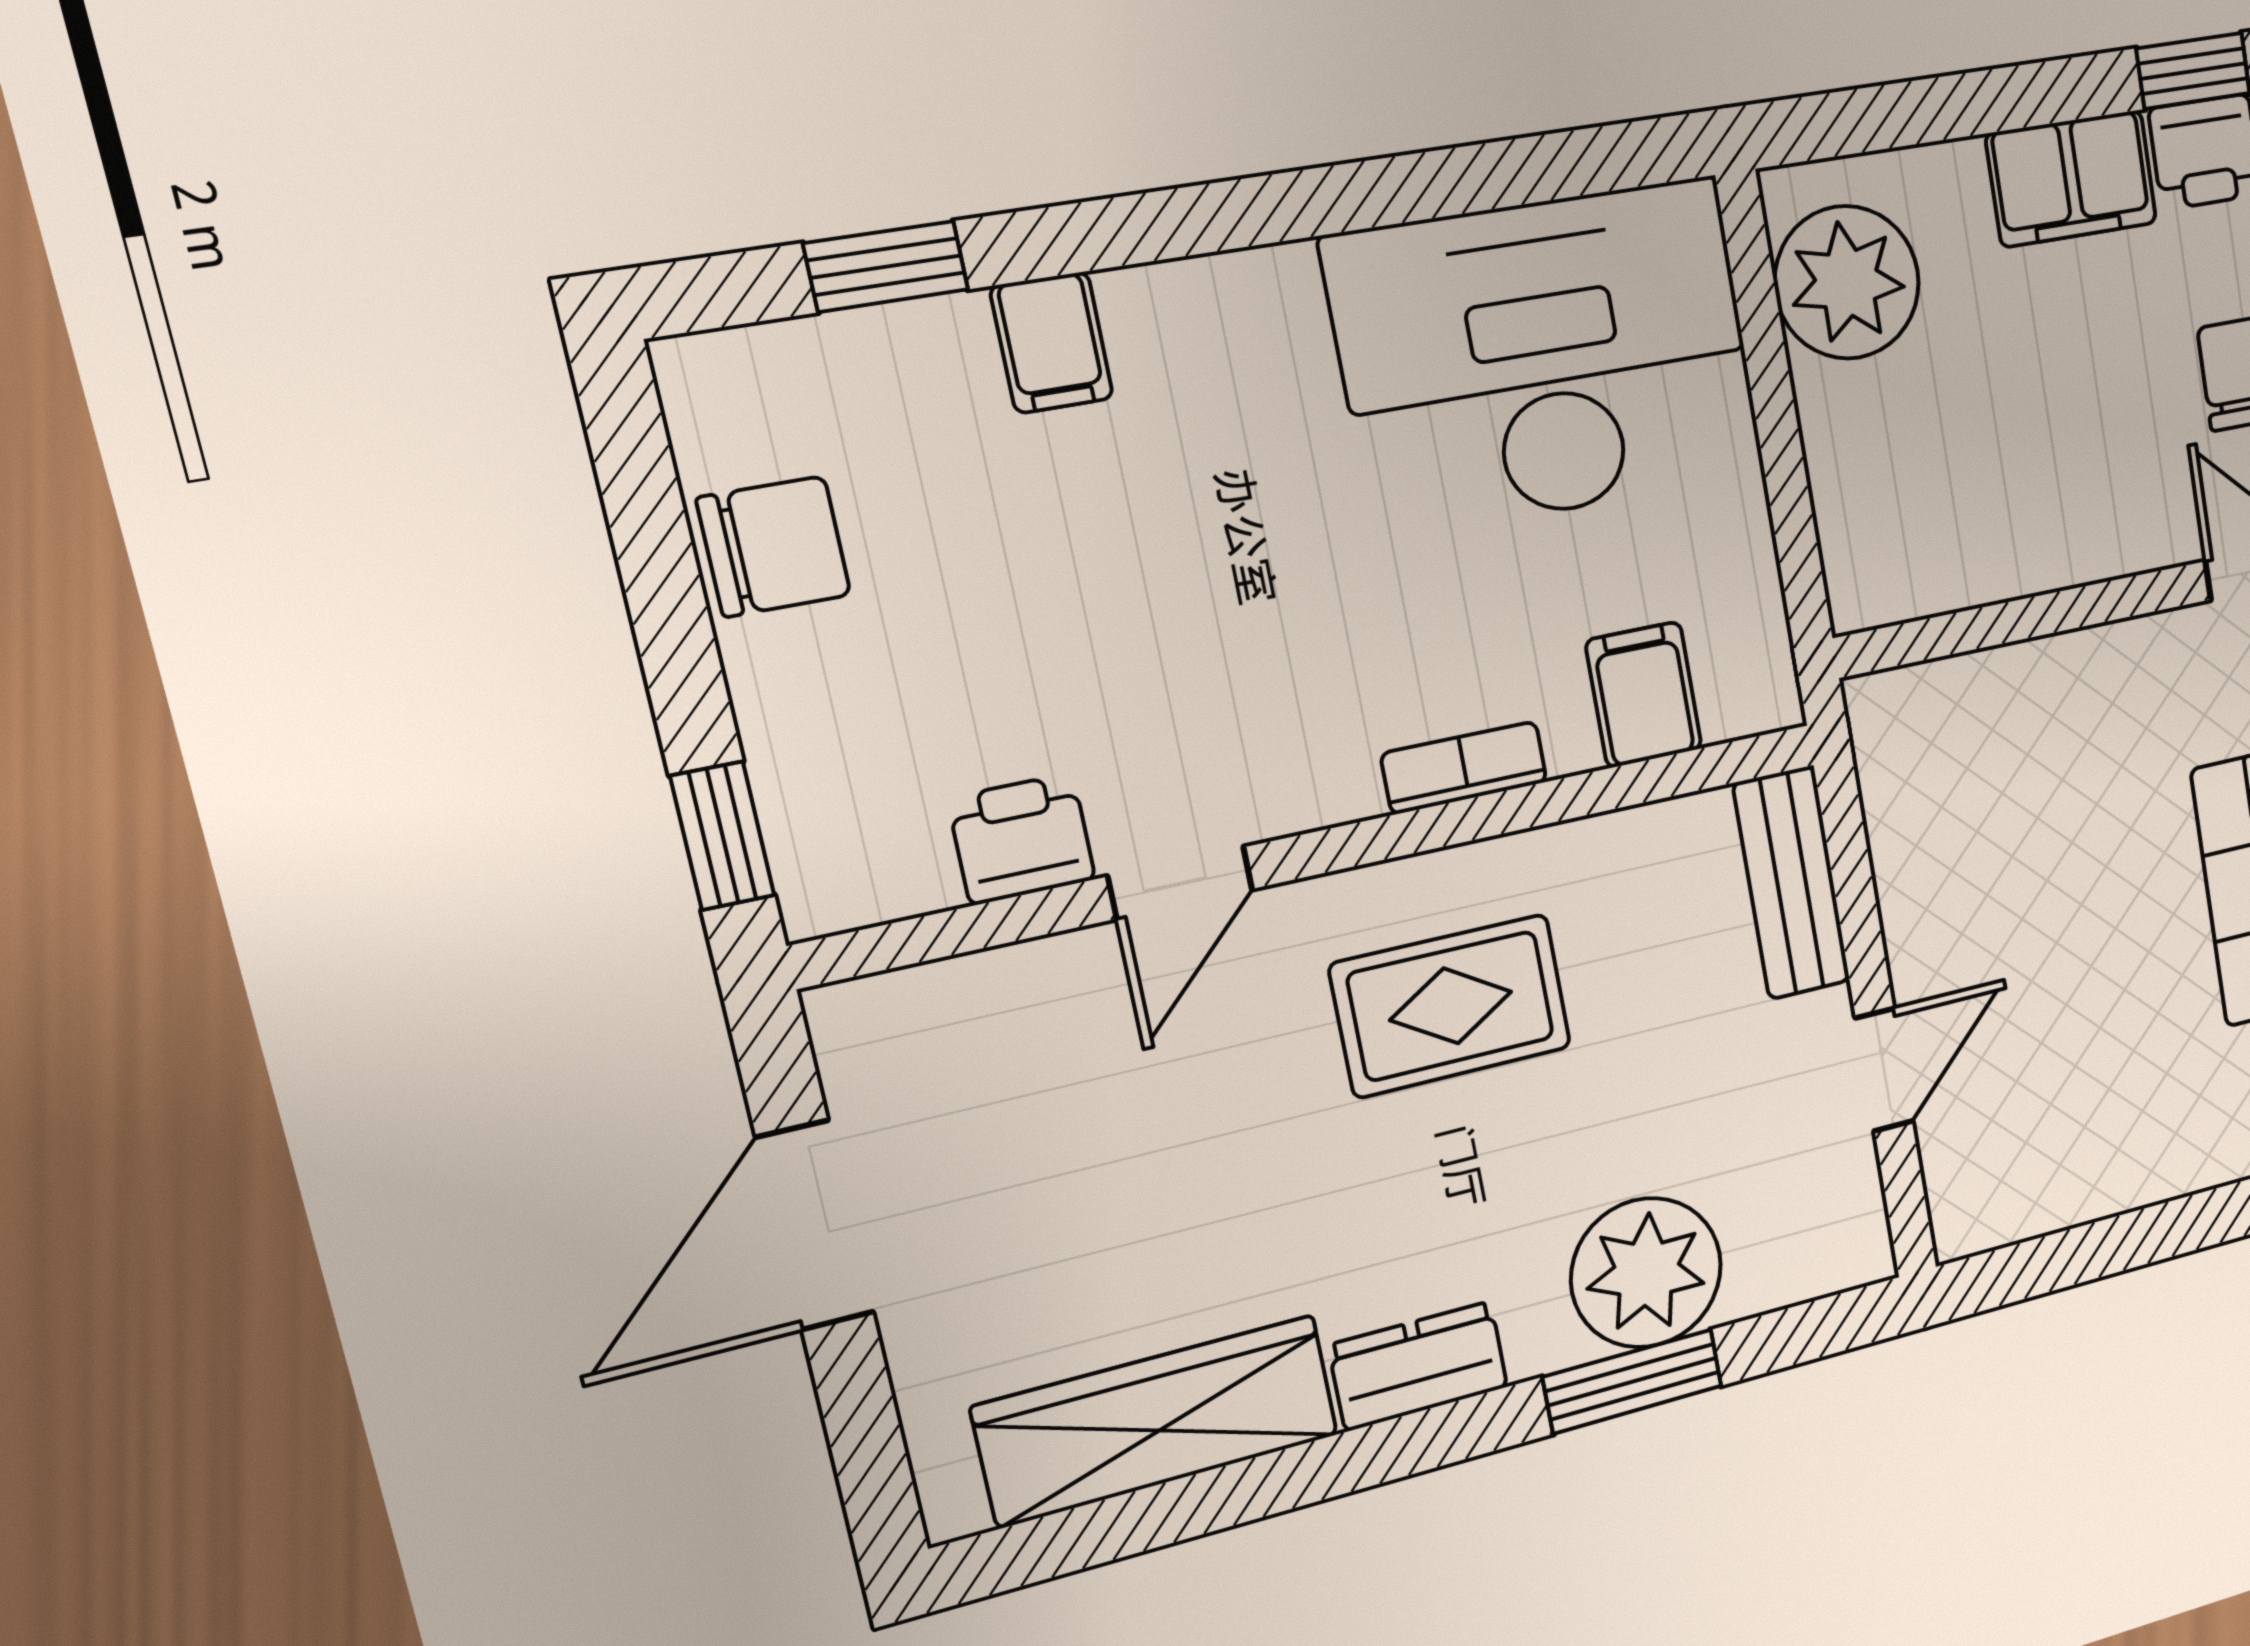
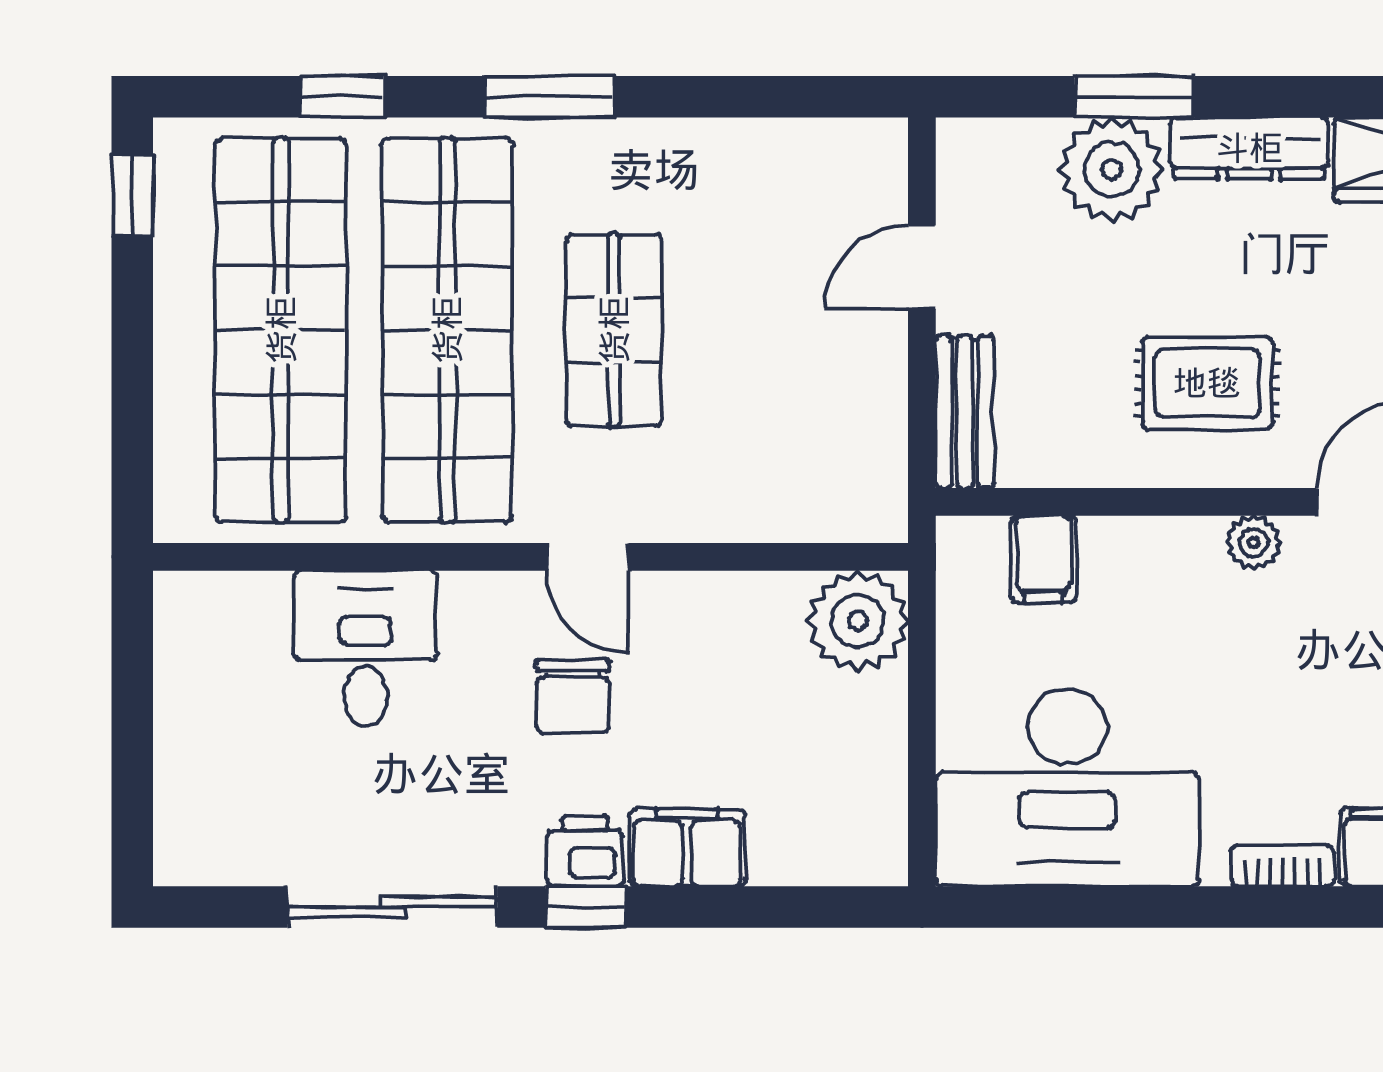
plant: (1847, 282) -> (858, 621), moved
bookcase: (1464, 768) -> (1282, 866), moved, turned 180
plant: (1334, 786) -> (1253, 543), added
dresser: (1418, 1366) -> (1249, 148), width x1.44

